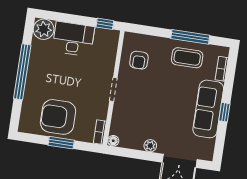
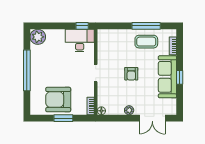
desk: (73, 39) -> (80, 41), moved
armchair: (139, 60) -> (131, 74), moved

